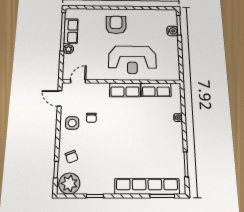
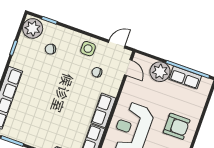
plant: (68, 49) -> (160, 72), width x1.87, depth x1.87
chair: (91, 118) -> (97, 72), moved
chair: (72, 157) -> (51, 49), moved

